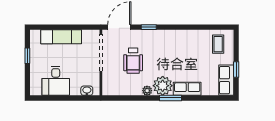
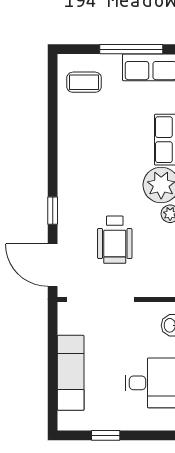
wheelchair: (133, 61) -> (115, 240), turned 90
window: (236, 70) -> (131, 49), width x2.17

